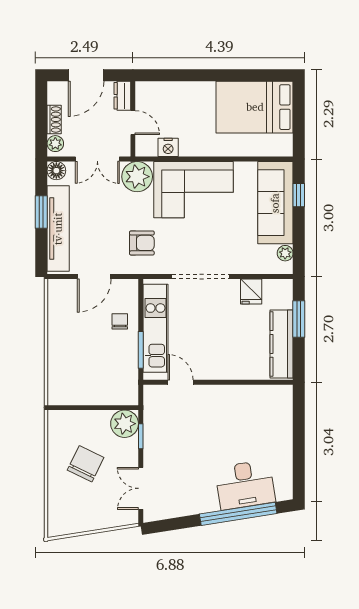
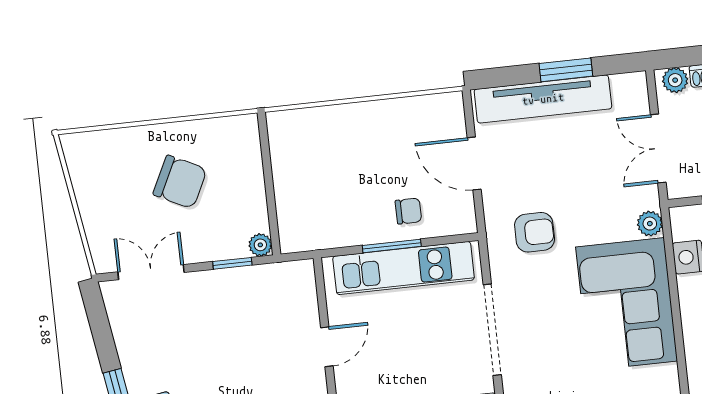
floor lamp: (56, 171) -> (633, 86), removed
plant: (137, 177) -> (650, 224), width x0.53, depth x0.53
armchair: (142, 243) -> (535, 232), turned -90
window: (141, 350) -> (392, 246), moved
door: (181, 382) -> (327, 347), moved
plant: (125, 424) -> (260, 245), width x0.53, depth x0.53

